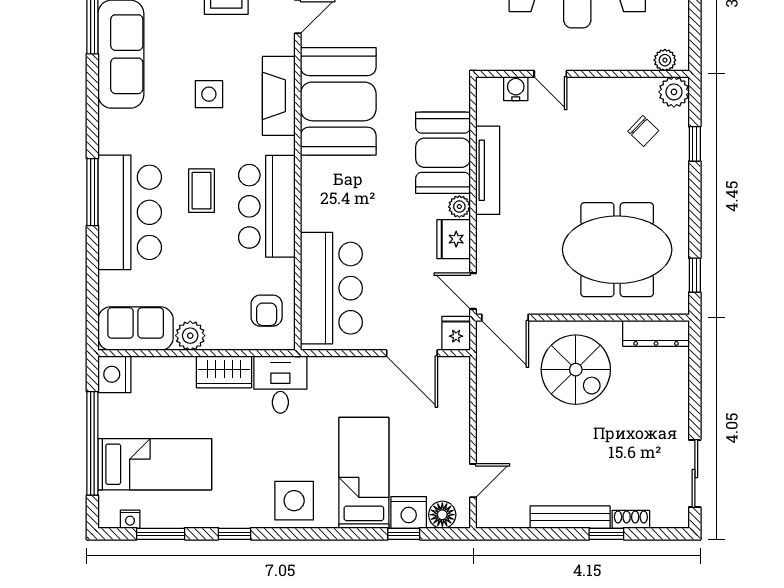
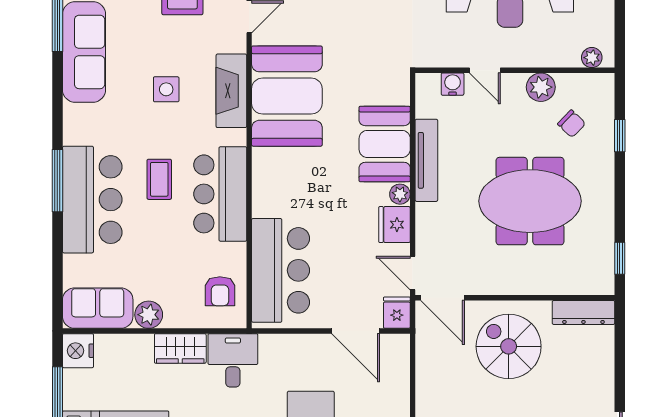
plant: (674, 92) -> (541, 87), moved
meeting table: (617, 250) -> (530, 201), moved
spiral stairs: (576, 370) -> (509, 346), turned 180

